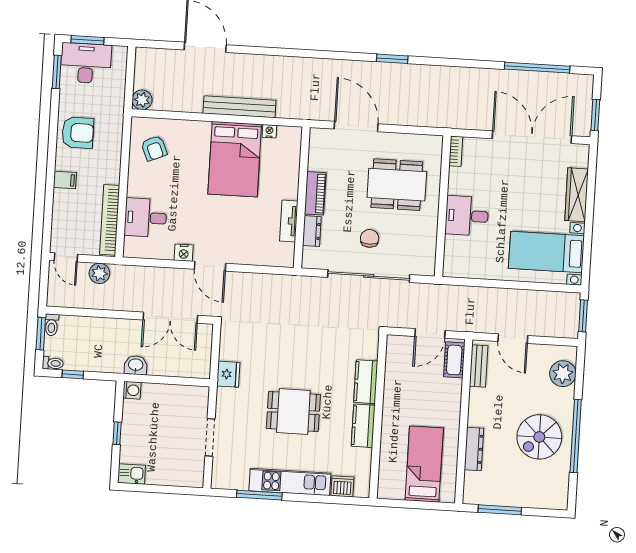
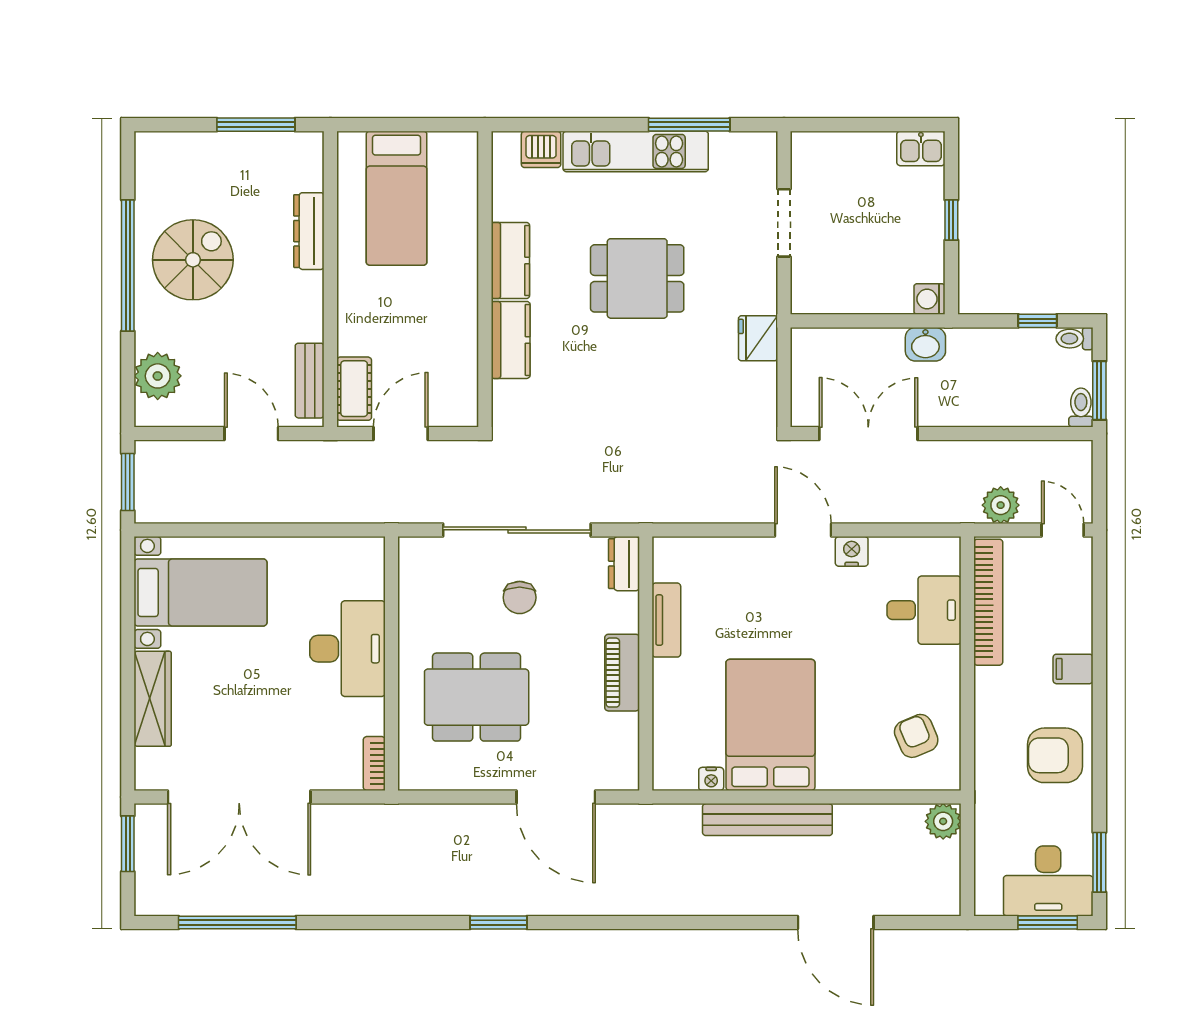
desk: (467, 216) -> (347, 649), width x1.37
dresser: (312, 231) -> (624, 564), moved

